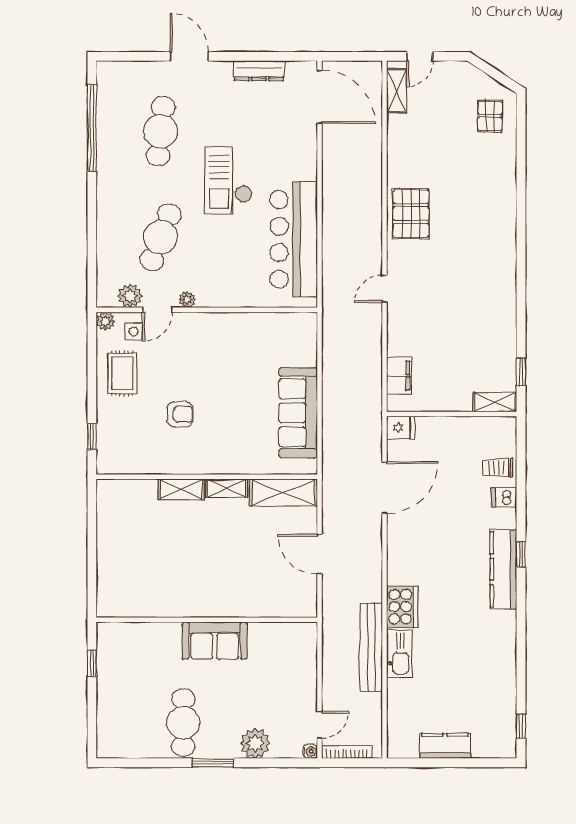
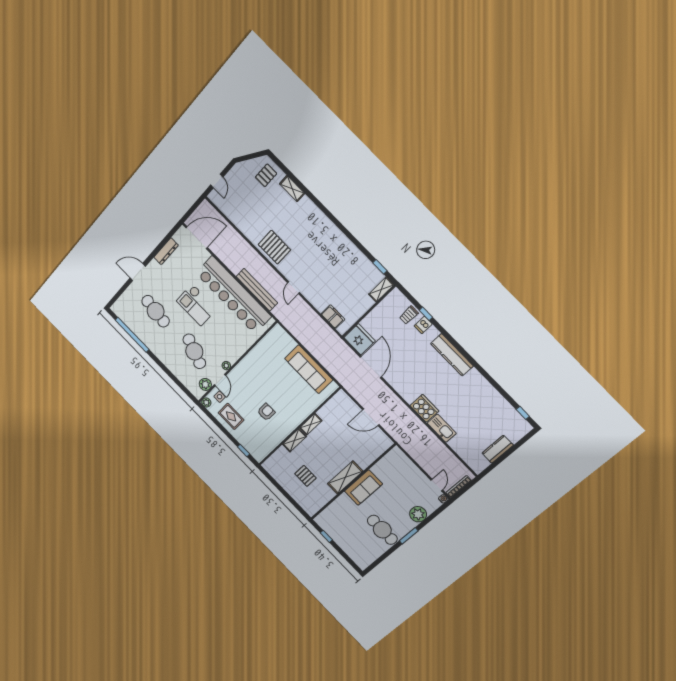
shelving: (397, 91) -> (292, 189), moved
pallet: (490, 116) -> (266, 175), turned 90
bar counter: (294, 239) -> (233, 295), width x1.36
fridge: (401, 428) -> (360, 339), width x1.88, depth x1.34
shelving: (283, 493) -> (345, 477), moved
pallet: (147, 552) -> (305, 476), added
window: (521, 554) -> (426, 314), moved
bench: (371, 647) -> (257, 290), moved

